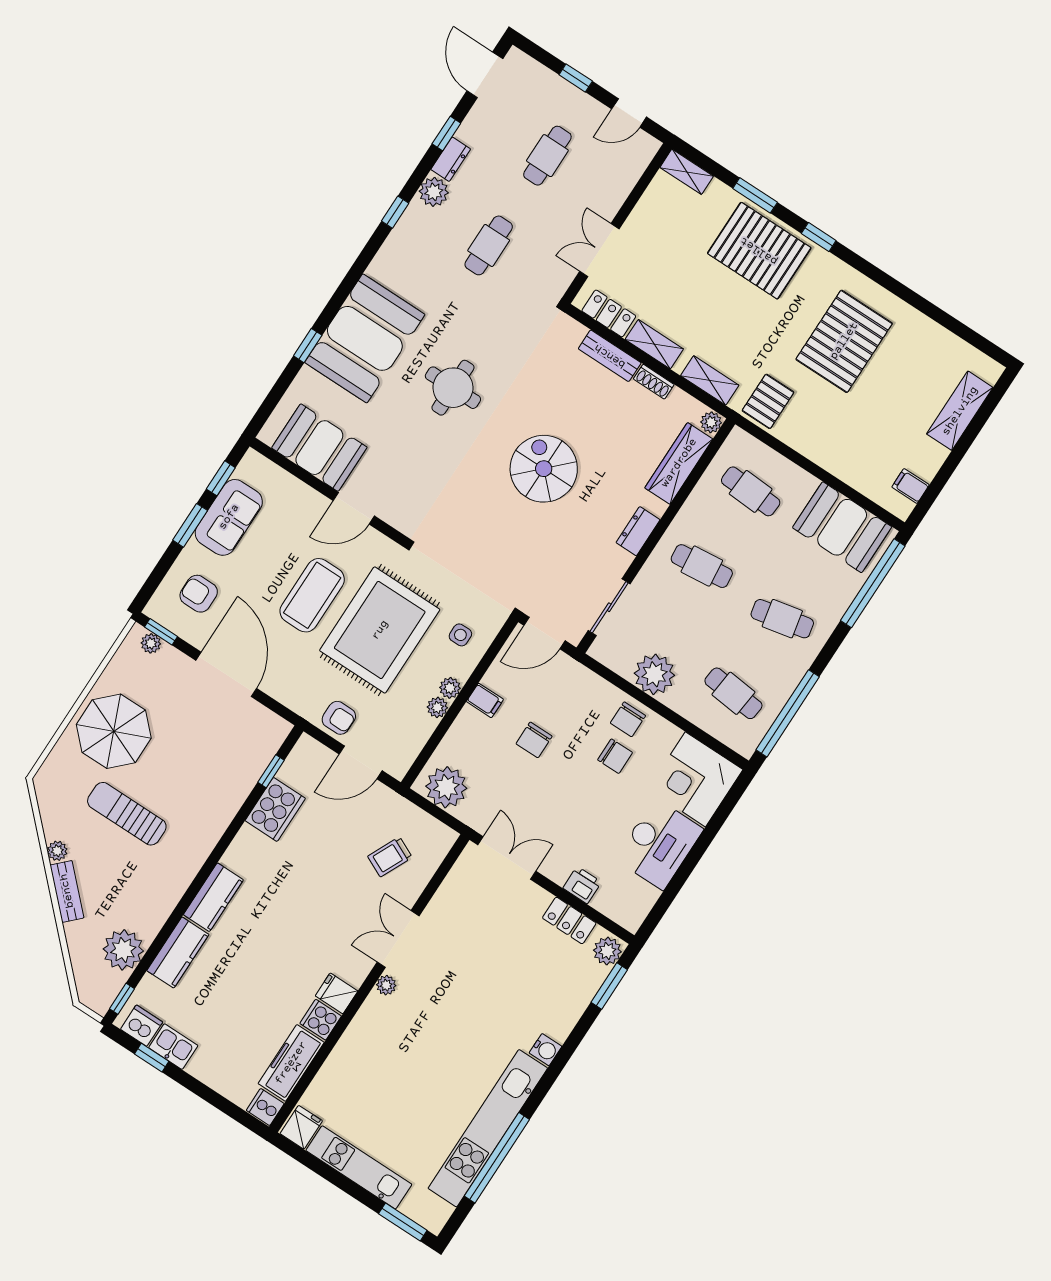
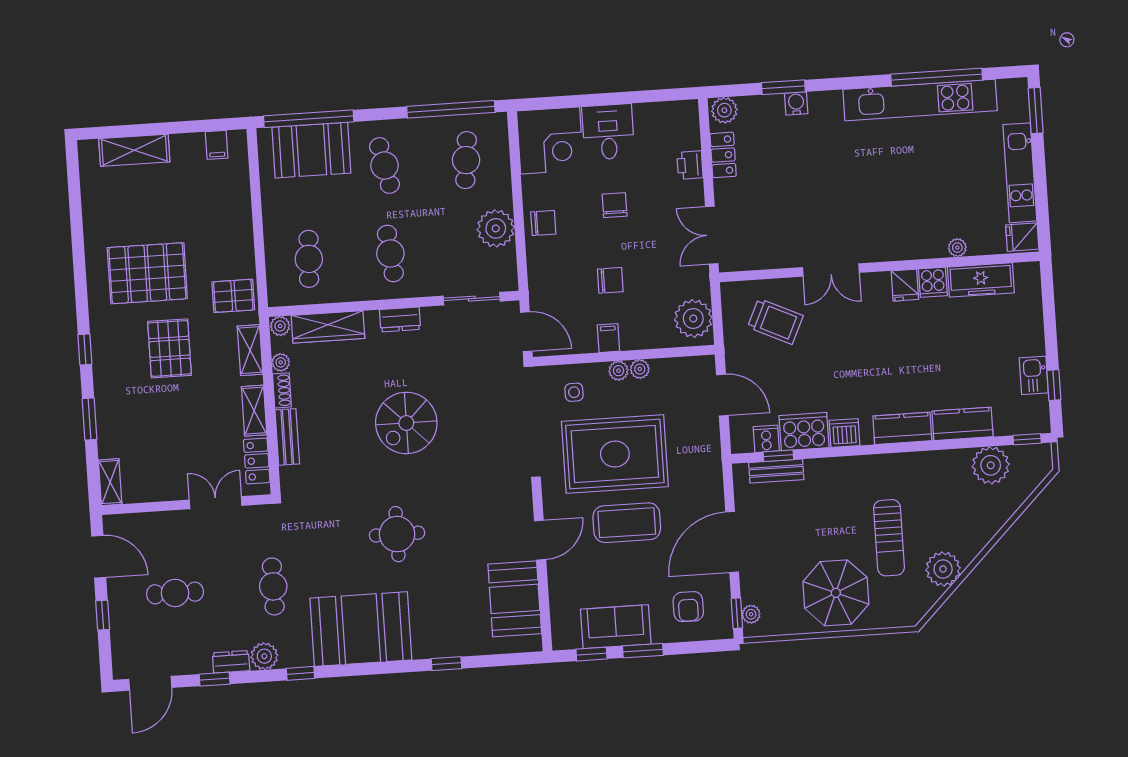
door: (629, 113) -> (99, 557), width x1.38
cafe table: (489, 245) -> (273, 586), turned 90
double door: (599, 250) -> (216, 503), swing flipped
pallet: (759, 251) -> (169, 348), moved, width x0.73, depth x0.71
booth: (365, 338) -> (361, 629), moved
plant: (679, 399) -> (281, 362), added
door: (354, 508) -> (540, 540), hinge flipped
booth: (842, 527) -> (311, 150), moved, turned 90
armchair: (339, 718) -> (702, 436), removed
chair: (615, 756) -> (615, 205), moved
desk: (659, 844) -> (608, 132), width x0.73
plant: (57, 851) -> (943, 569), width x1.87, depth x1.87
trolley: (390, 857) -> (775, 321), width x1.36, depth x1.39
bench: (67, 891) -> (776, 471), moved, turned 45
plant: (386, 985) -> (957, 248), moved
window: (609, 986) -> (783, 87), moved
dishwasher: (142, 1026) -> (844, 433), moved, turned 90
water cooler: (545, 1050) -> (796, 103), moved
cooker: (265, 1107) -> (766, 439), moved, turned 180

